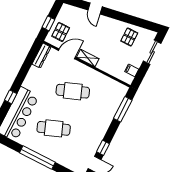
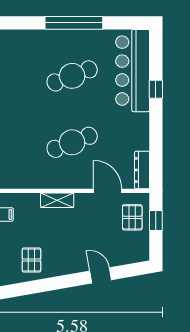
door: (67, 54) -> (108, 191), swing flipped
shelving: (88, 58) -> (57, 200), moved

